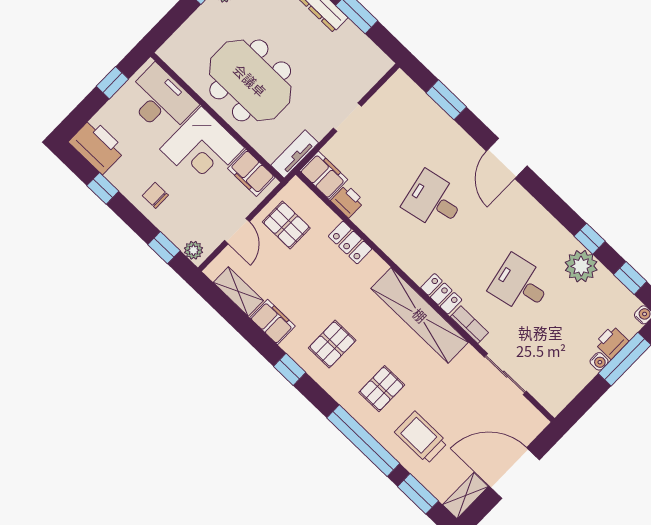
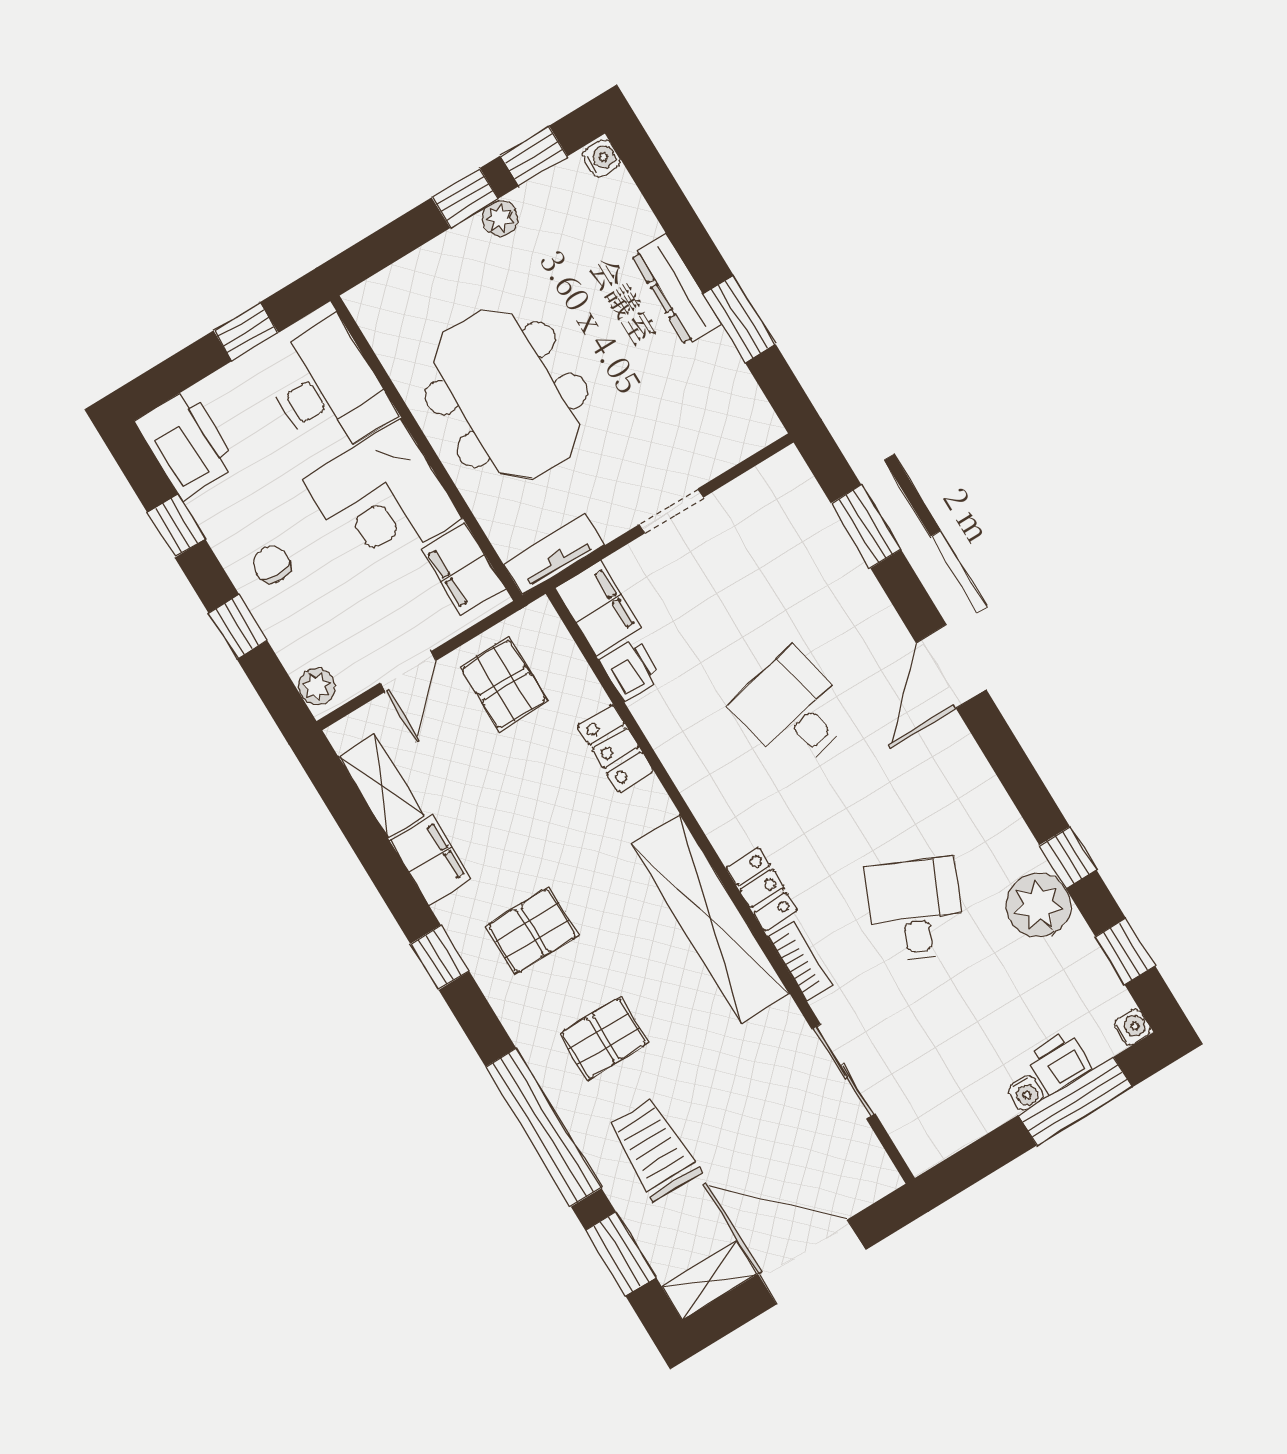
window: (164, 248) -> (238, 627), moved
desk: (520, 285) -> (915, 910), turned 36

